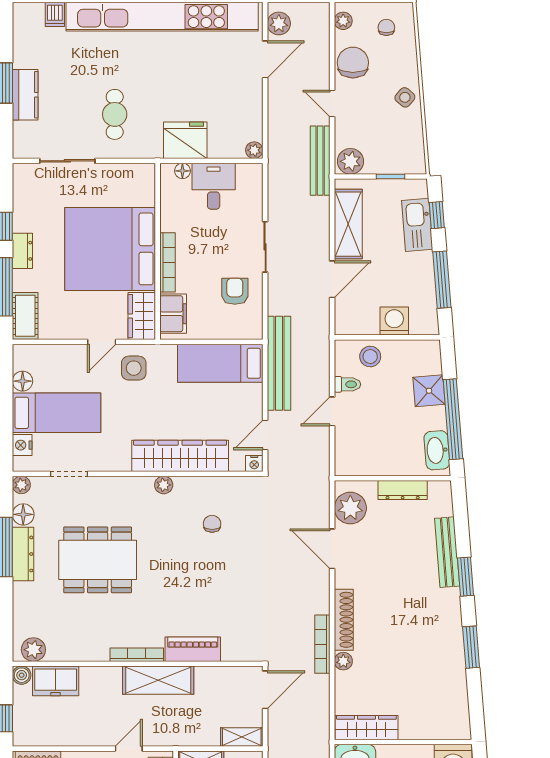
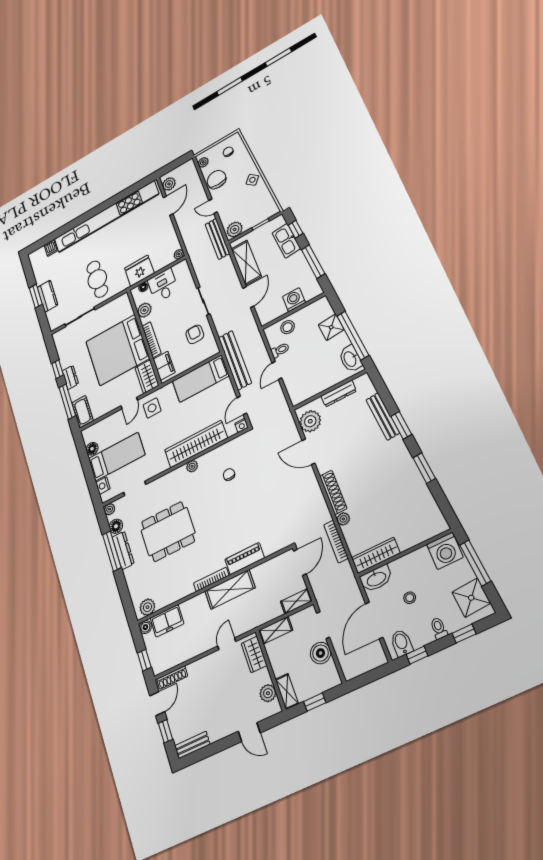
cafe table: (115, 114) -> (97, 279), width x1.37, depth x1.35
plant: (172, 209) -> (144, 310), added
bookcase: (322, 644) -> (336, 542), moved

